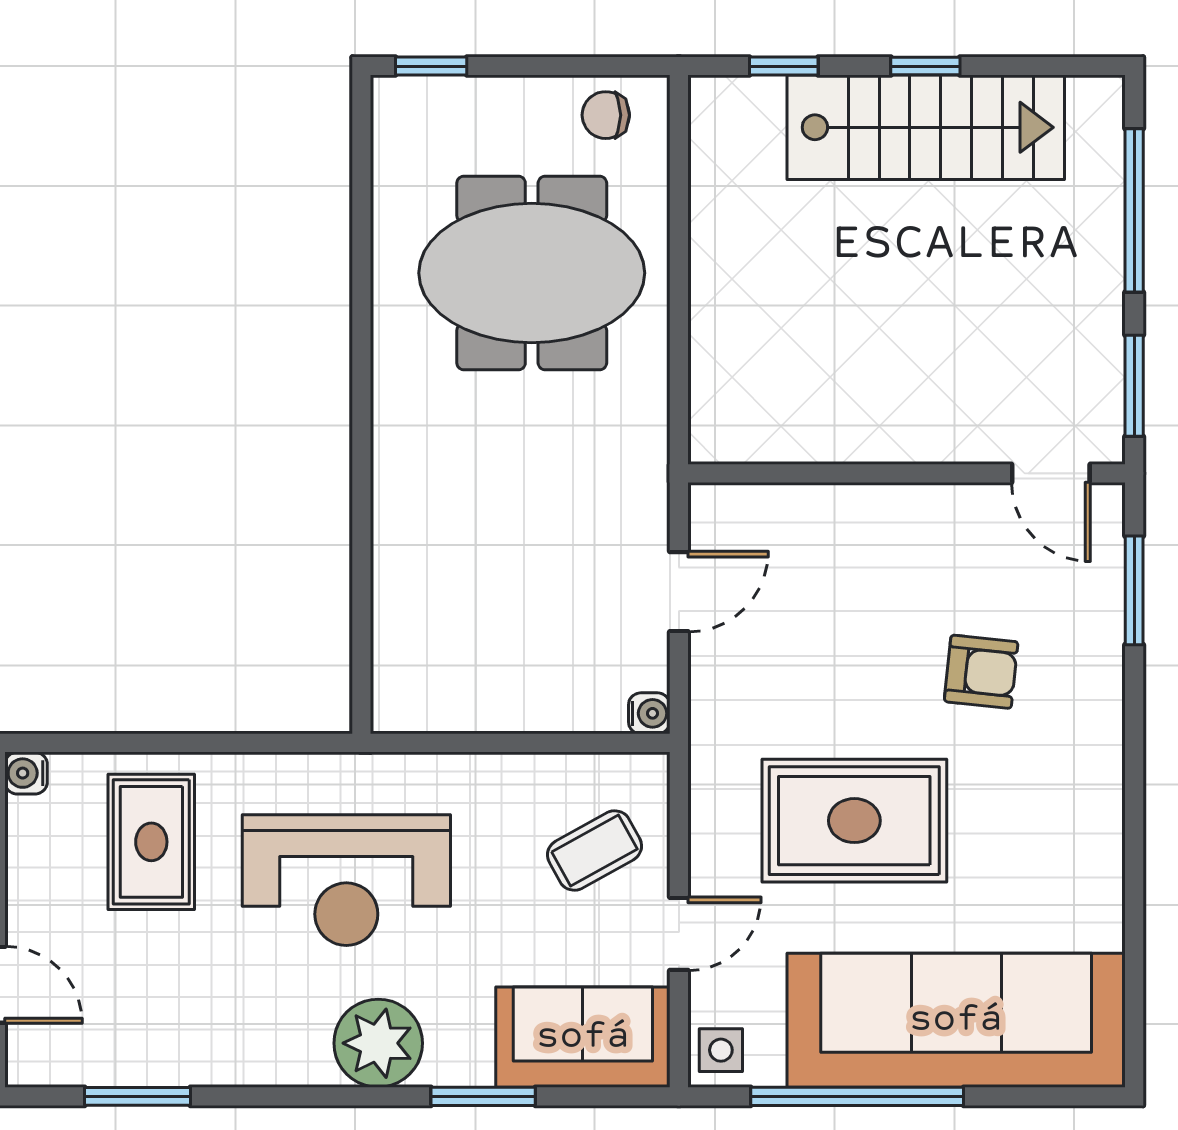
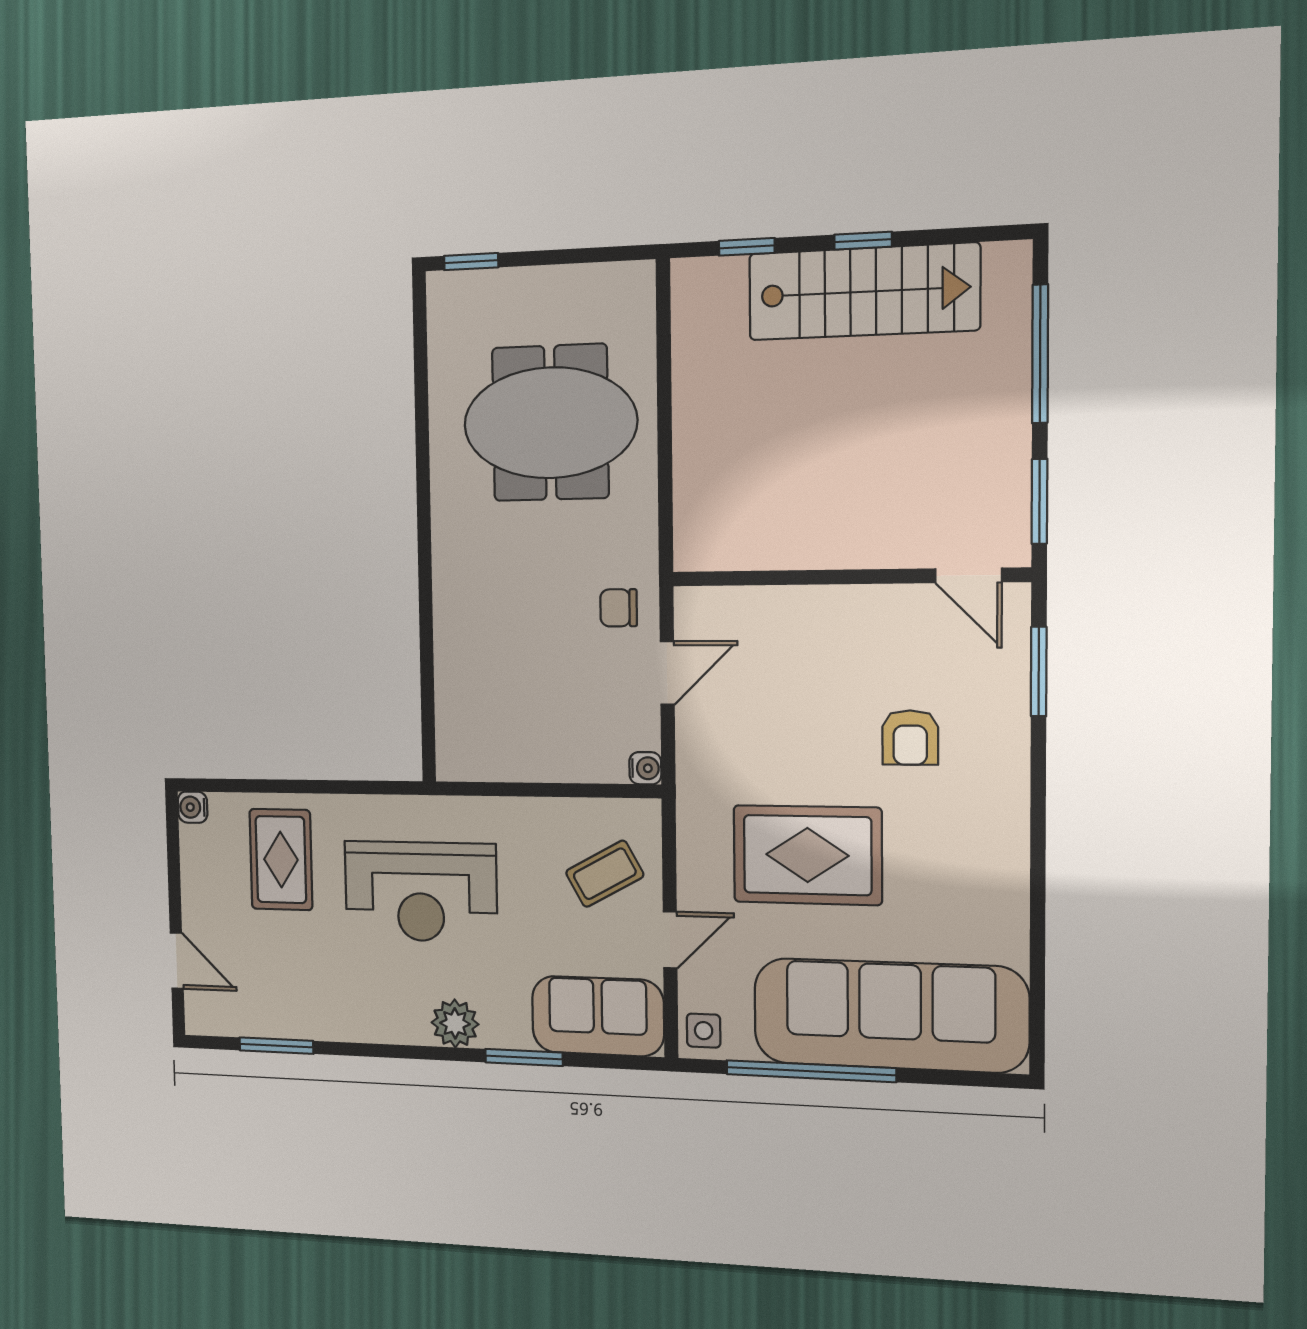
chair: (606, 115) -> (619, 608), moved
armchair: (981, 672) -> (910, 738), turned 84
plant: (378, 1043) -> (455, 1023), width x0.73, depth x0.73

